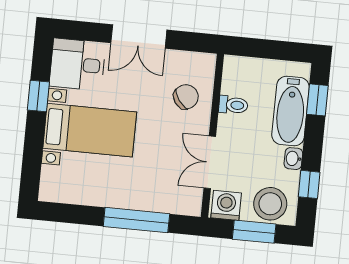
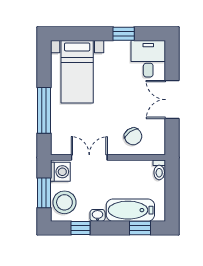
toilet: (233, 105) -> (159, 170), moved
bed with nightstands: (90, 130) -> (77, 72), moved

